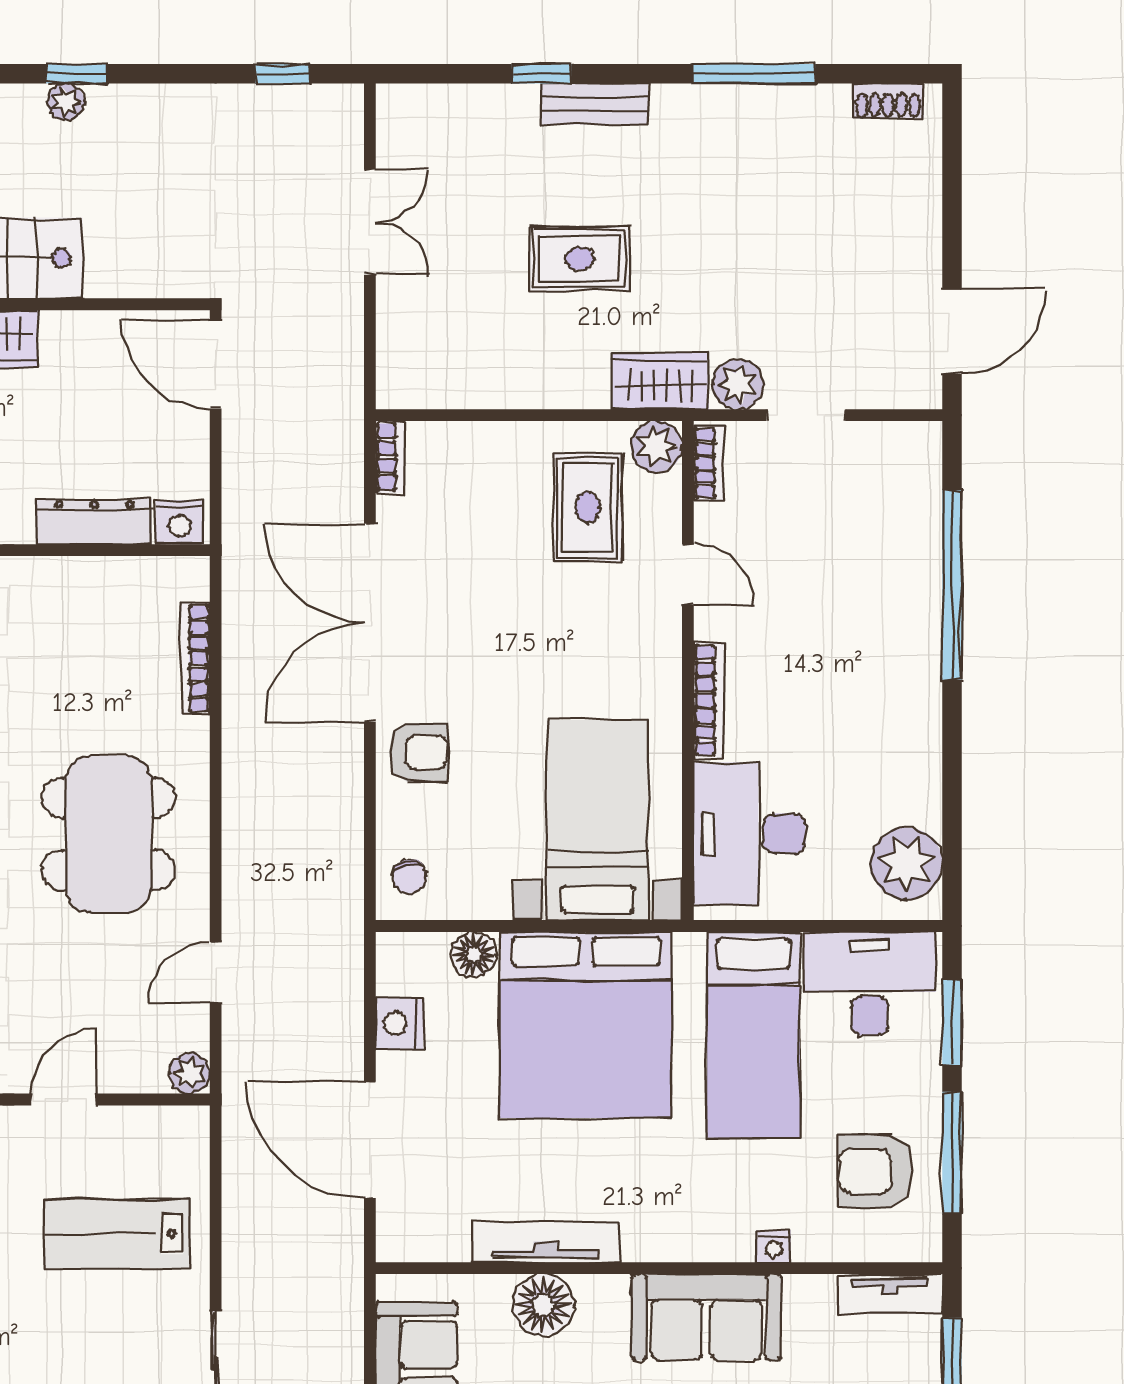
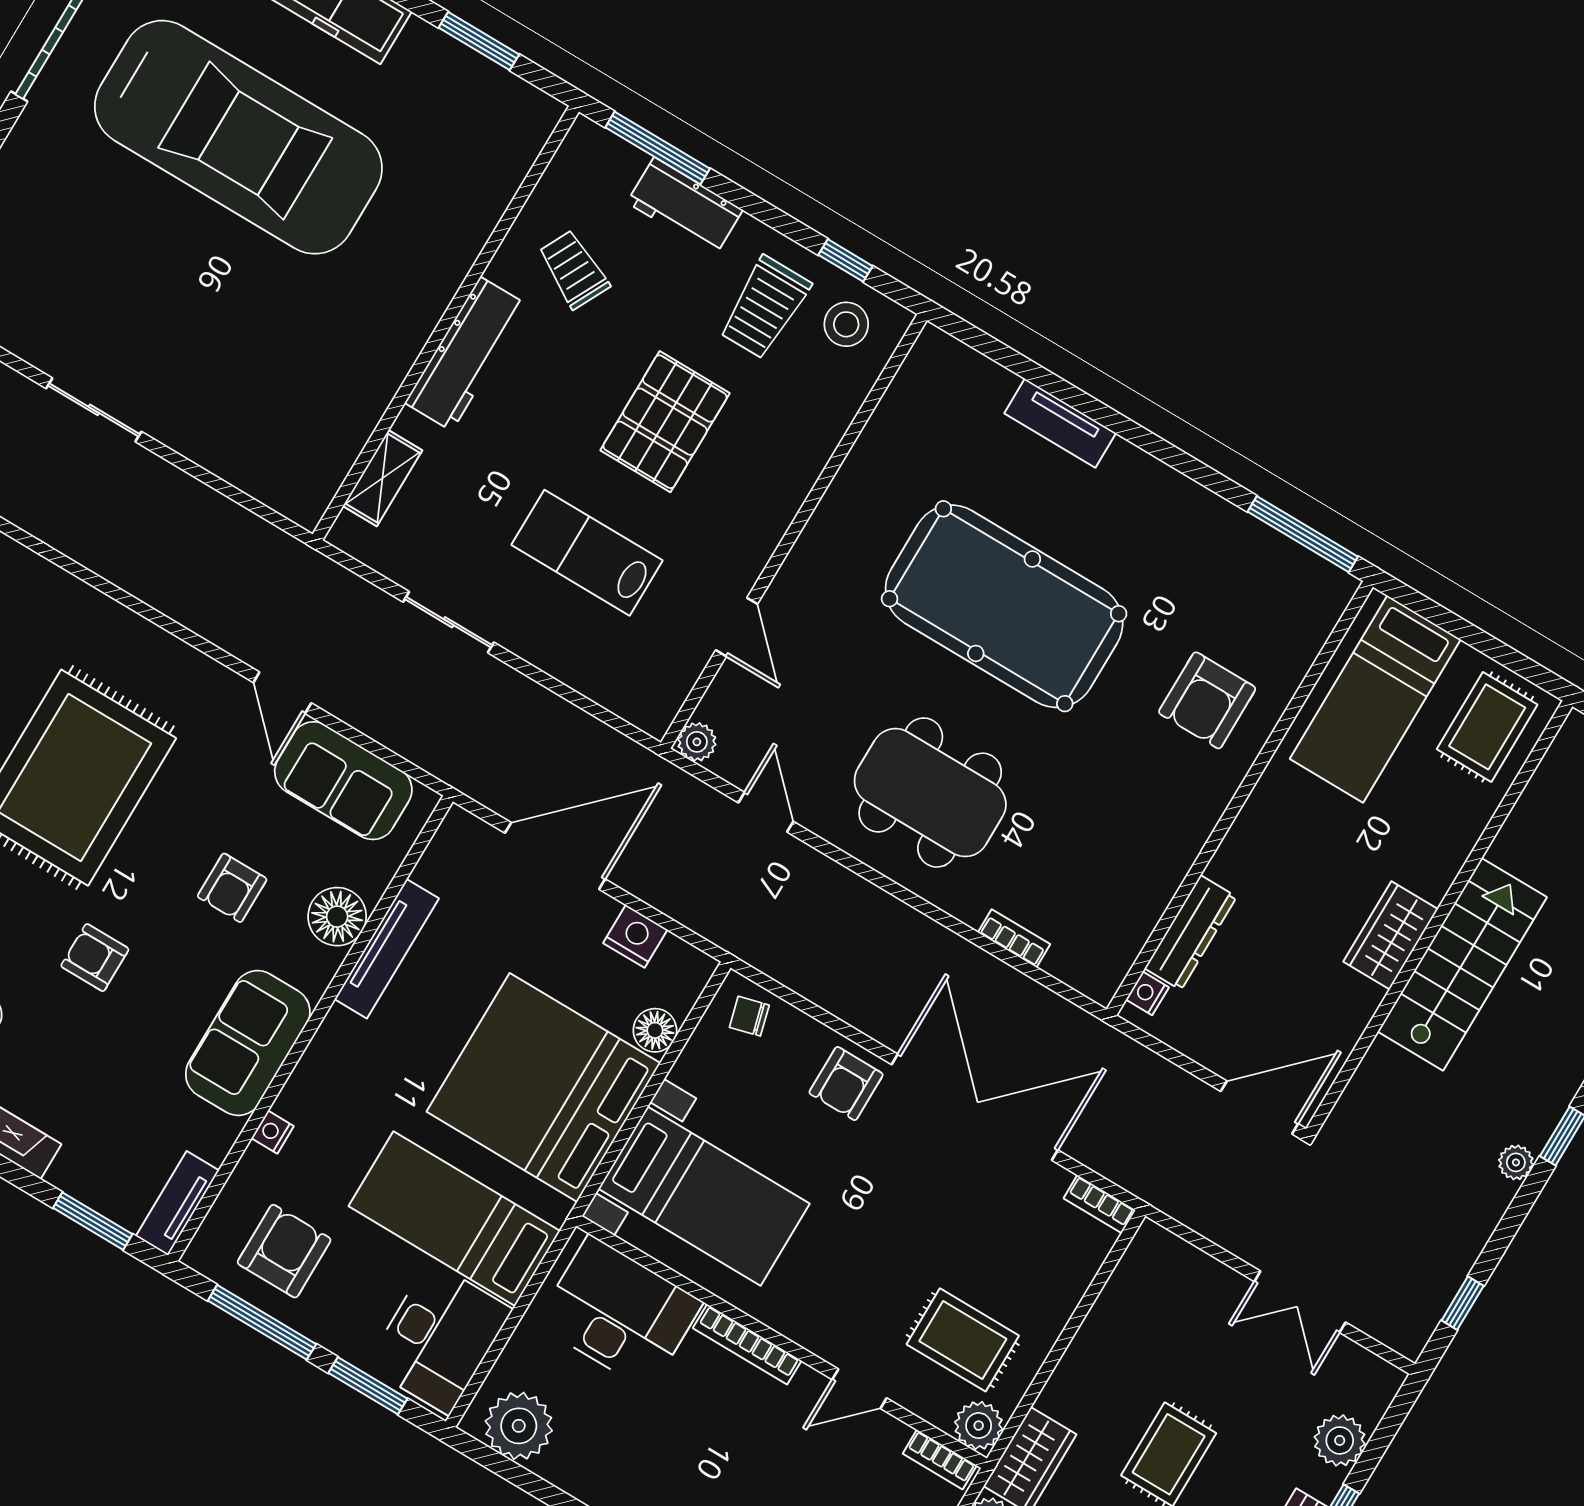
plant: (66, 102) -> (1516, 1162), moved
plant: (474, 111) -> (1340, 1440), added
nightstand: (180, 522) -> (1147, 993), width x0.72, depth x0.74
bookcase: (195, 659) -> (1014, 938), width x0.64
lab bench: (117, 1234) -> (587, 553), moved, turned -90

